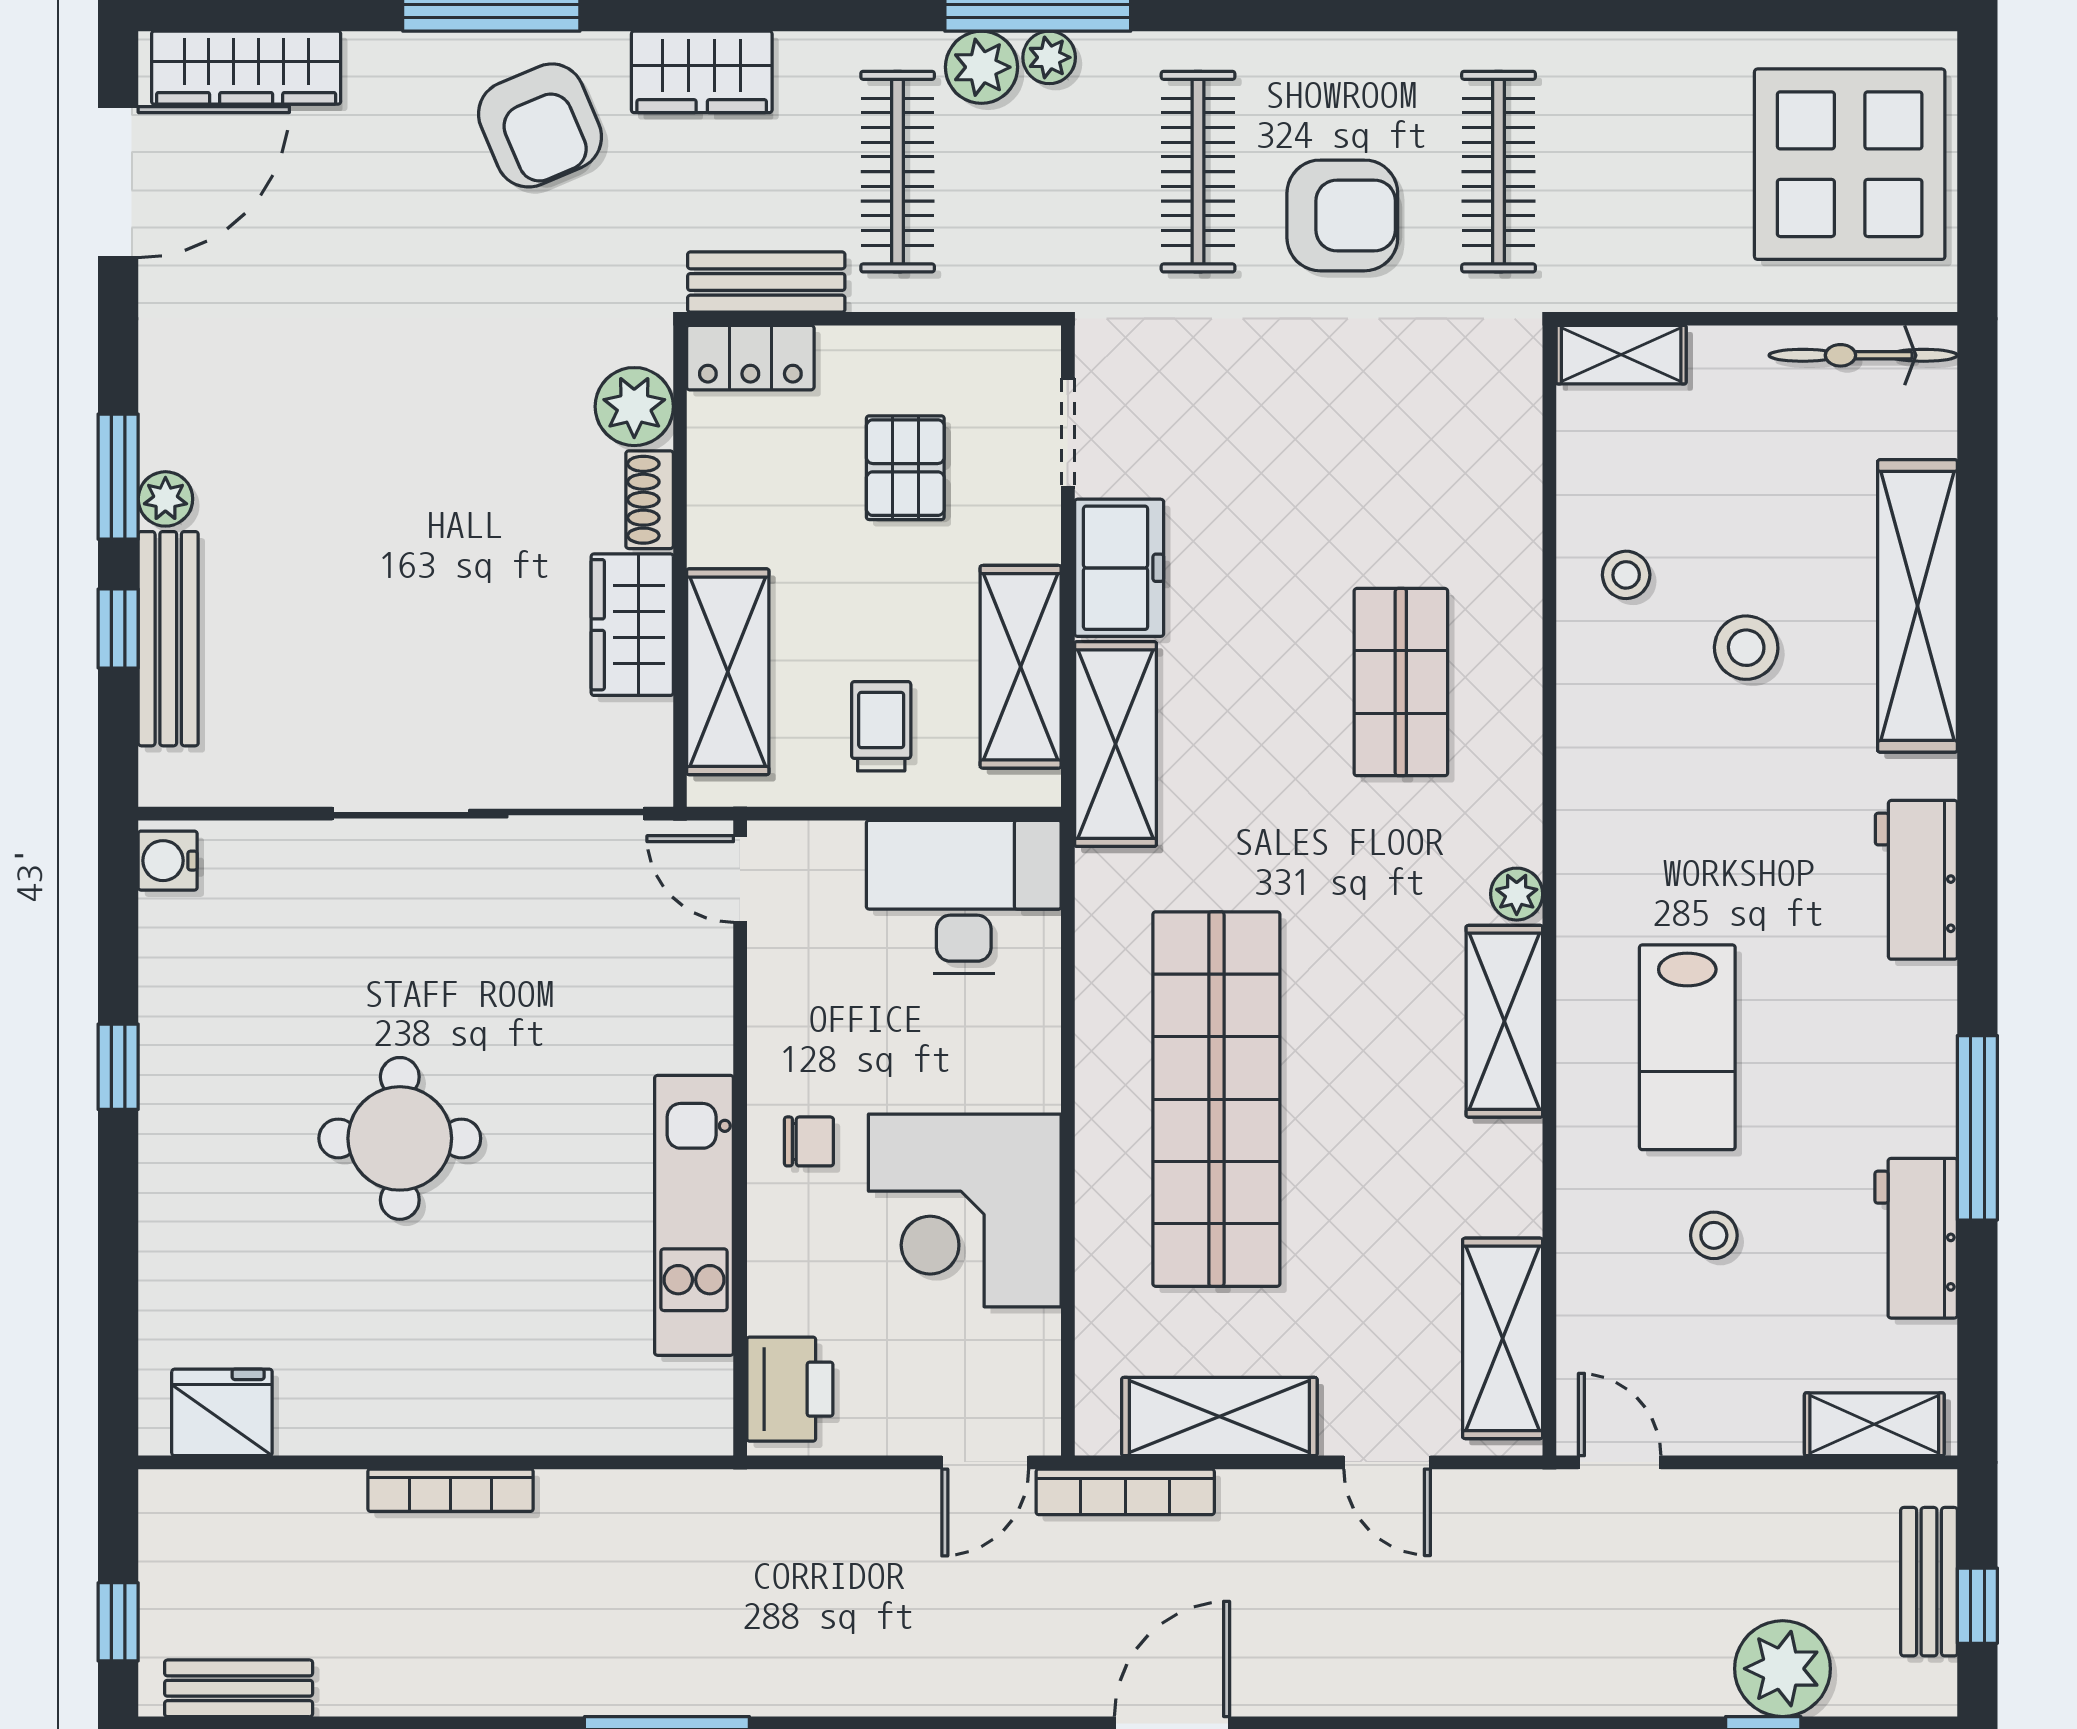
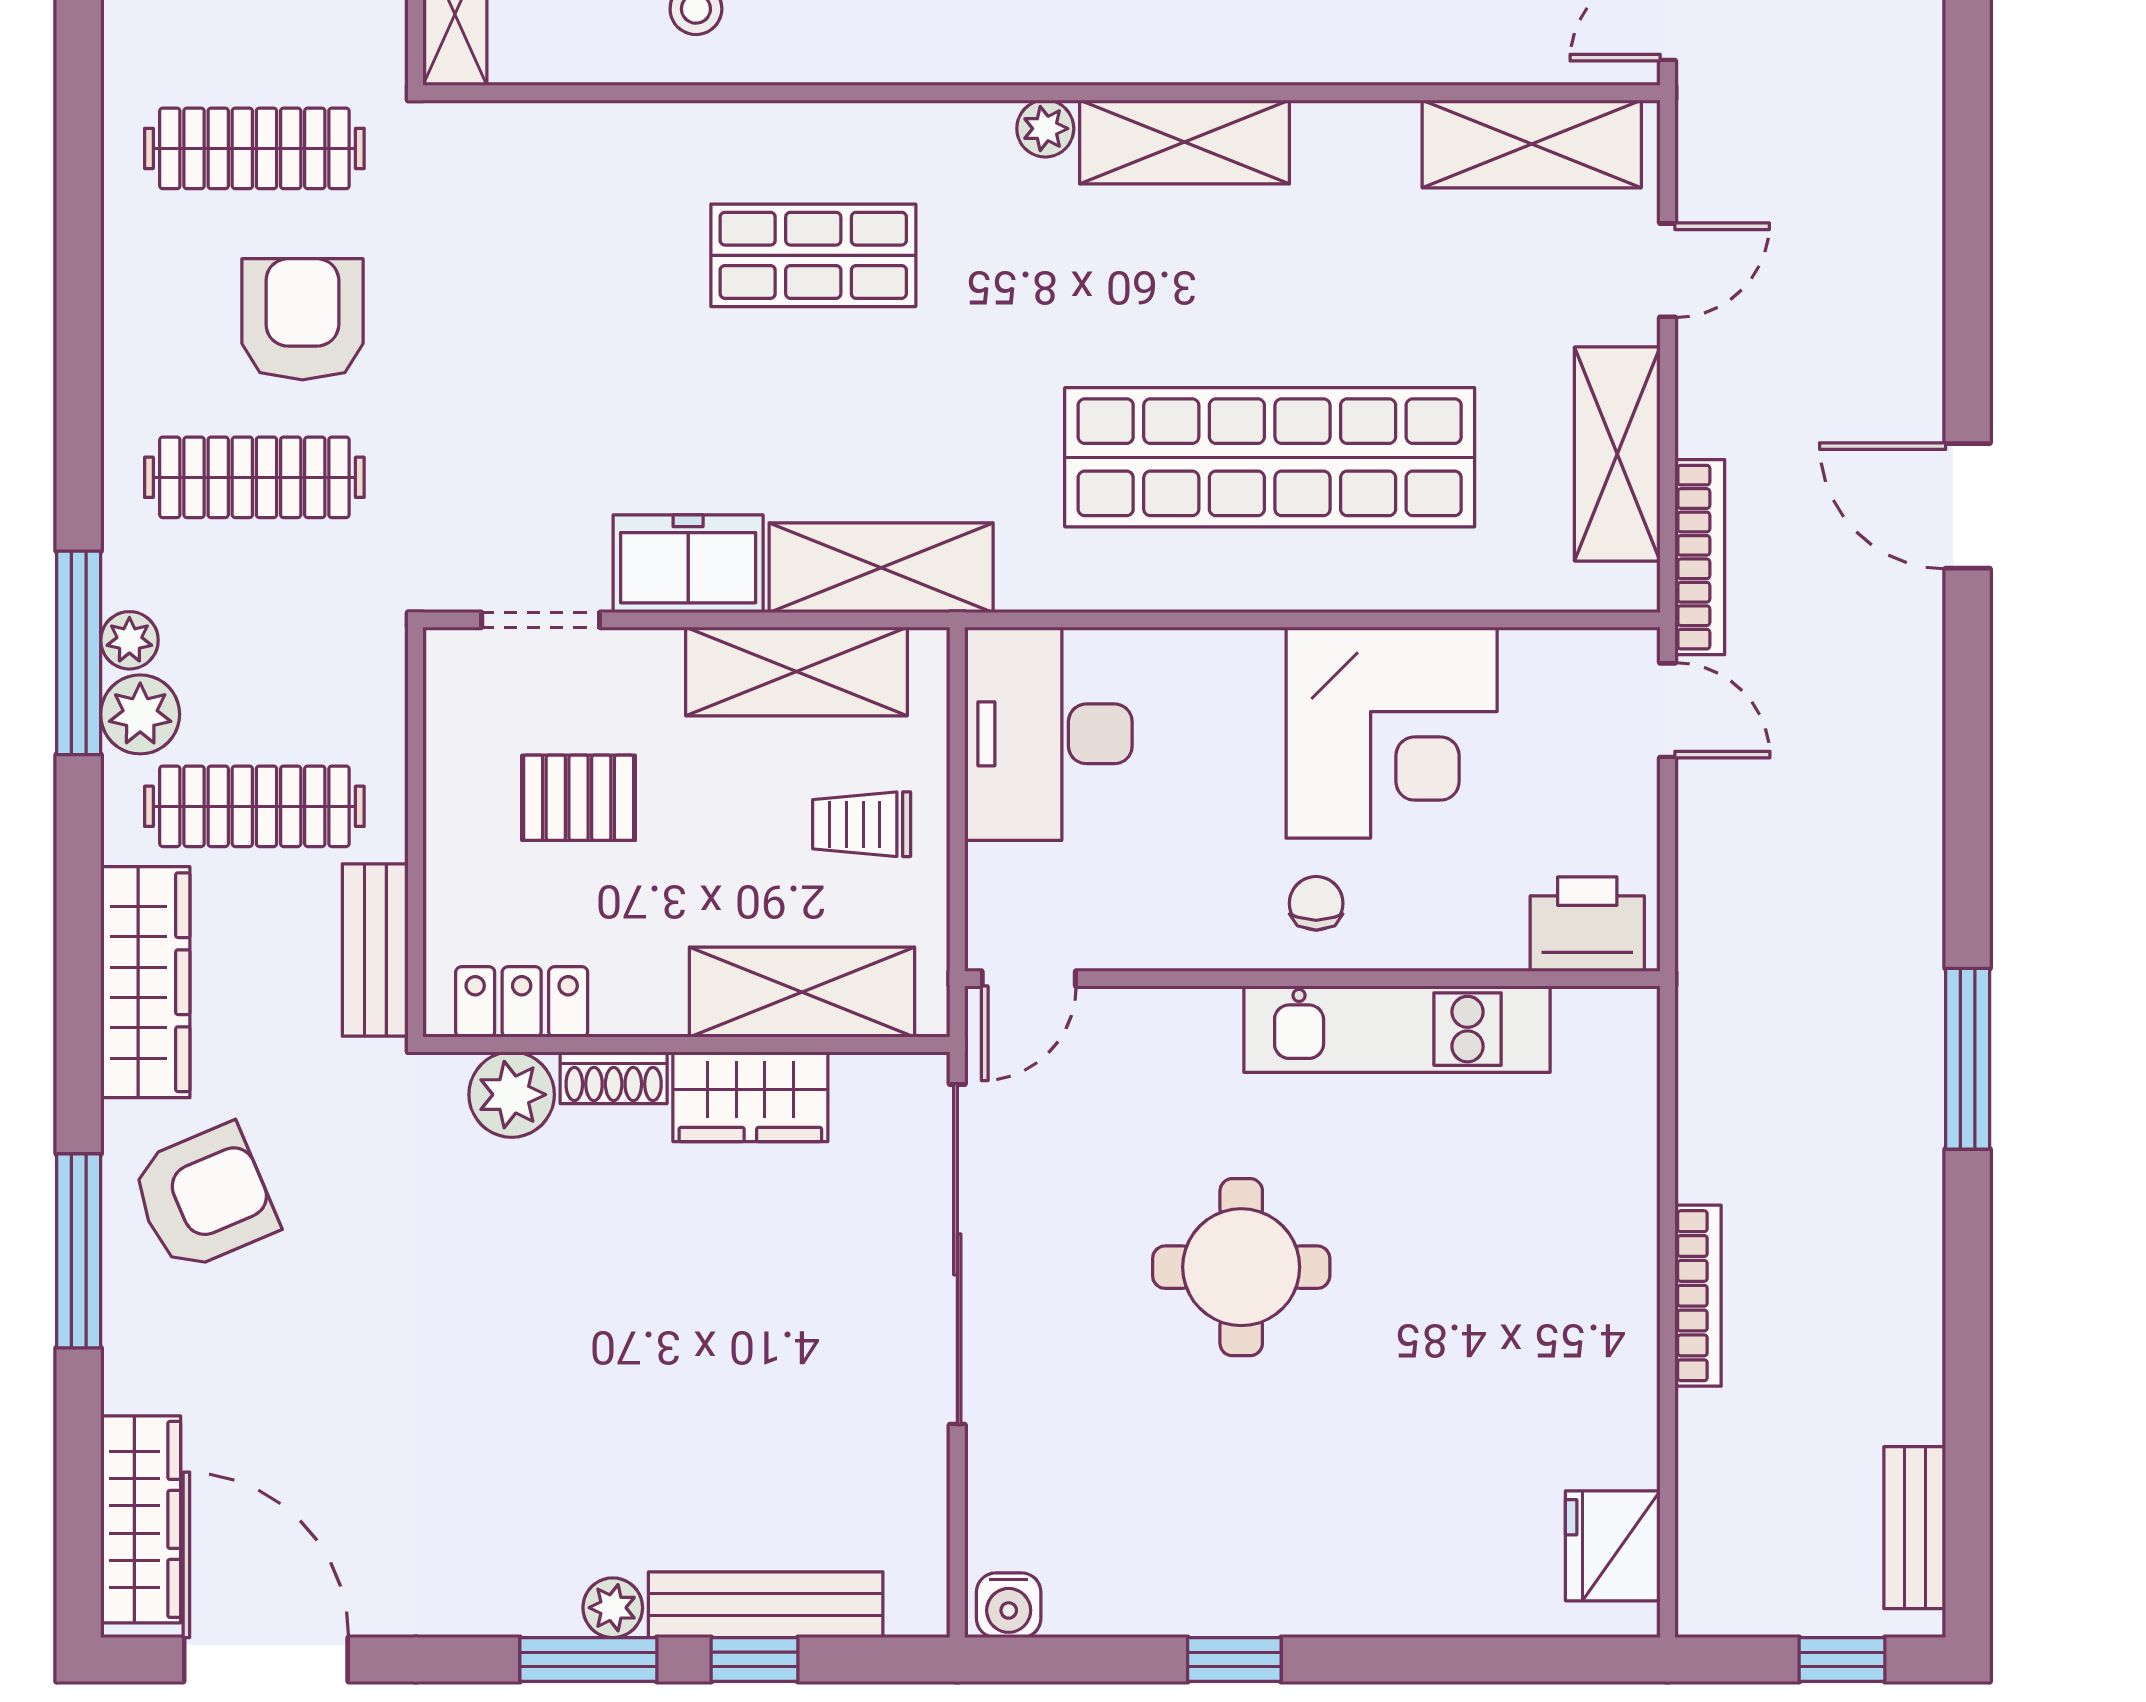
wardrobe: (702, 72) -> (145, 982), width x1.50
locker: (750, 358) -> (522, 1002), moved, turned -90
round table: (400, 1138) -> (1241, 1267), moved

